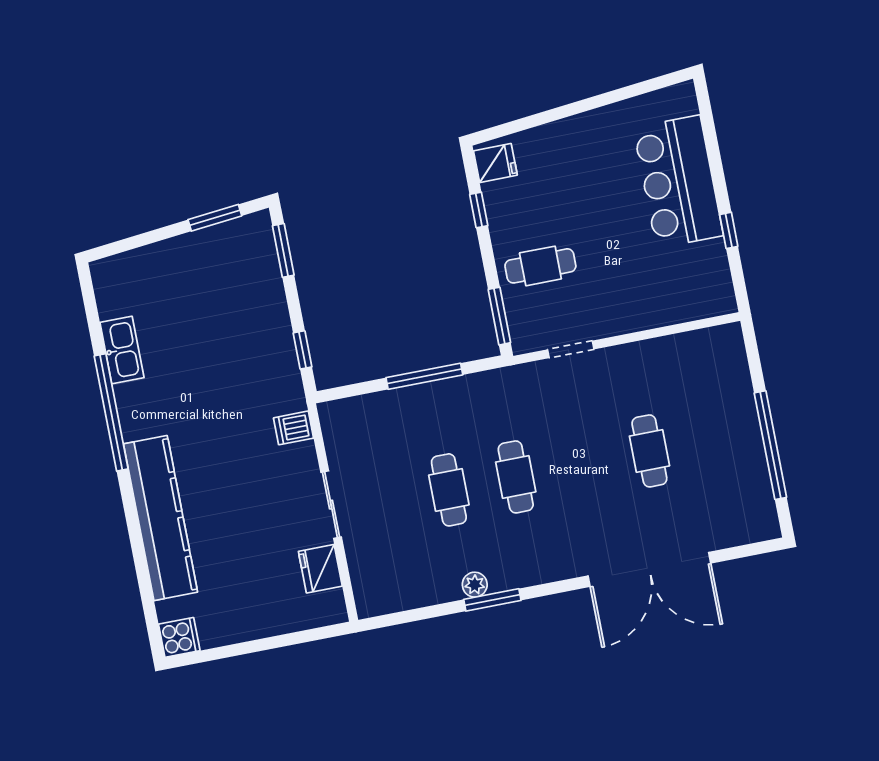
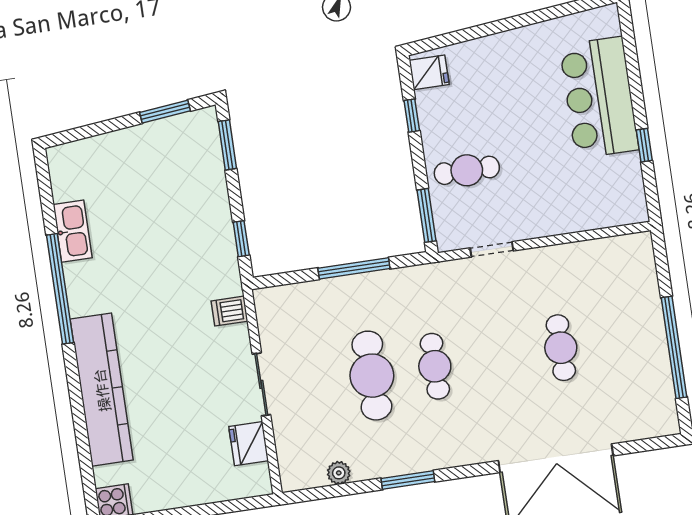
cafe table: (449, 490) -> (372, 376), width x1.37, depth x1.35
plant: (475, 585) -> (339, 473), moved

